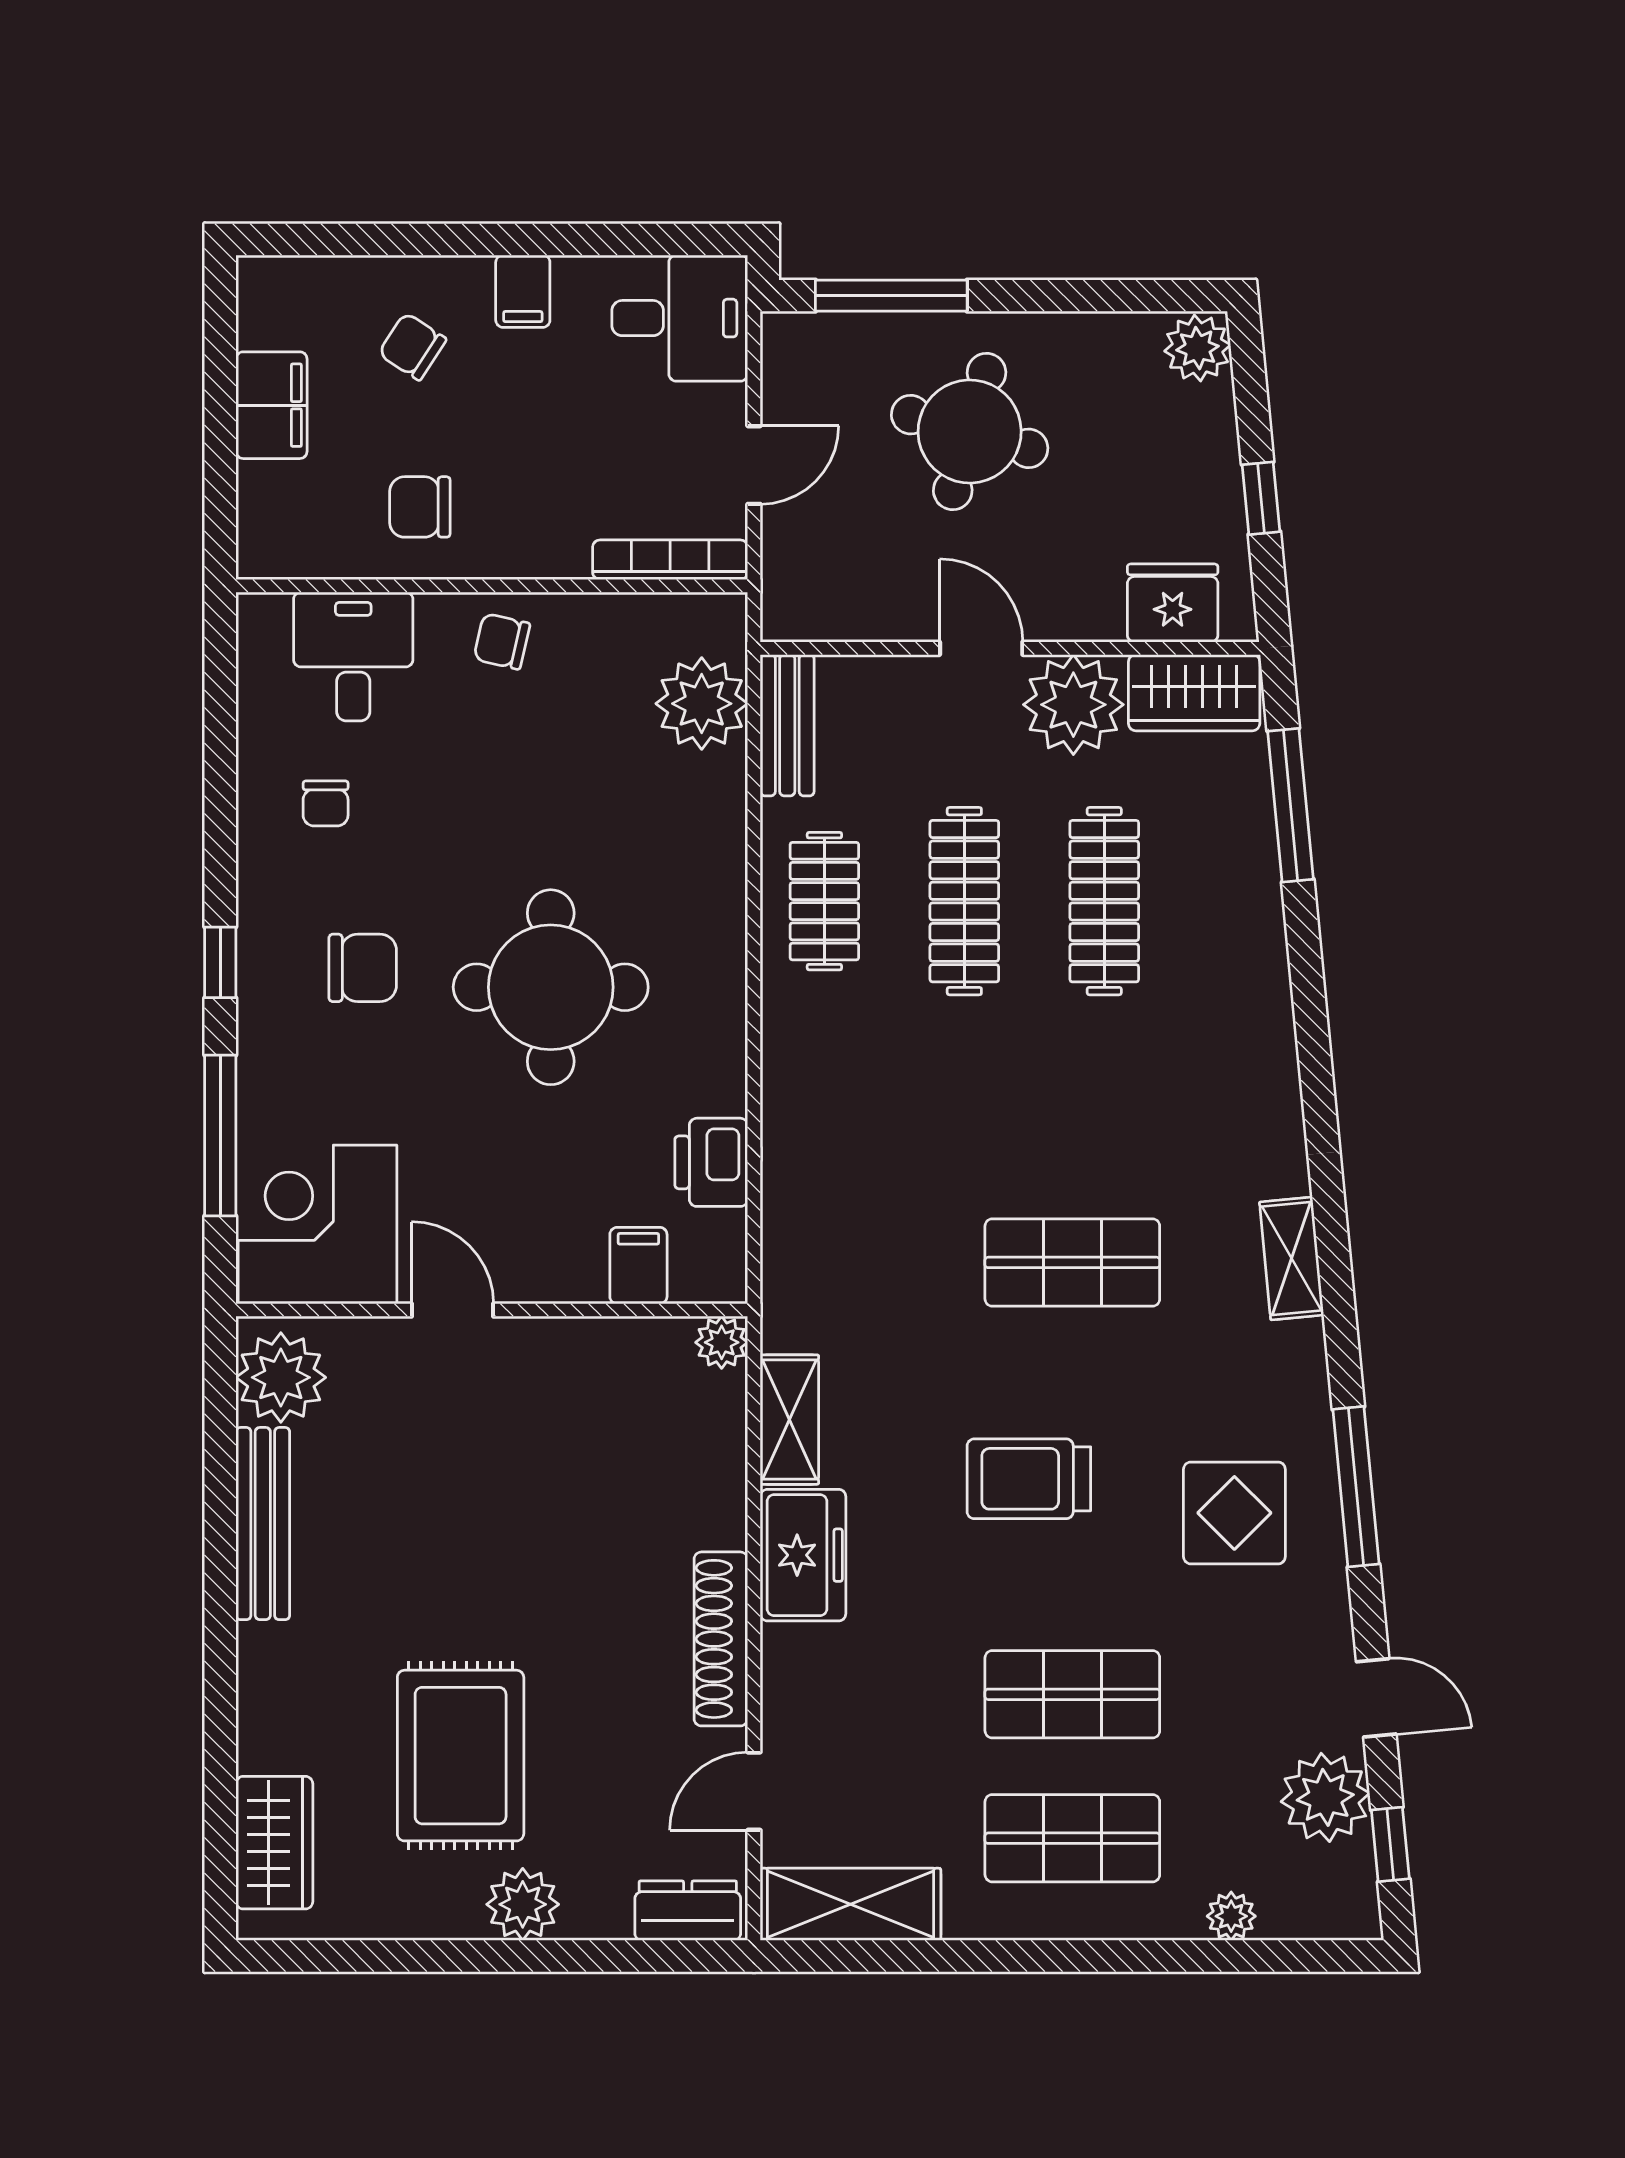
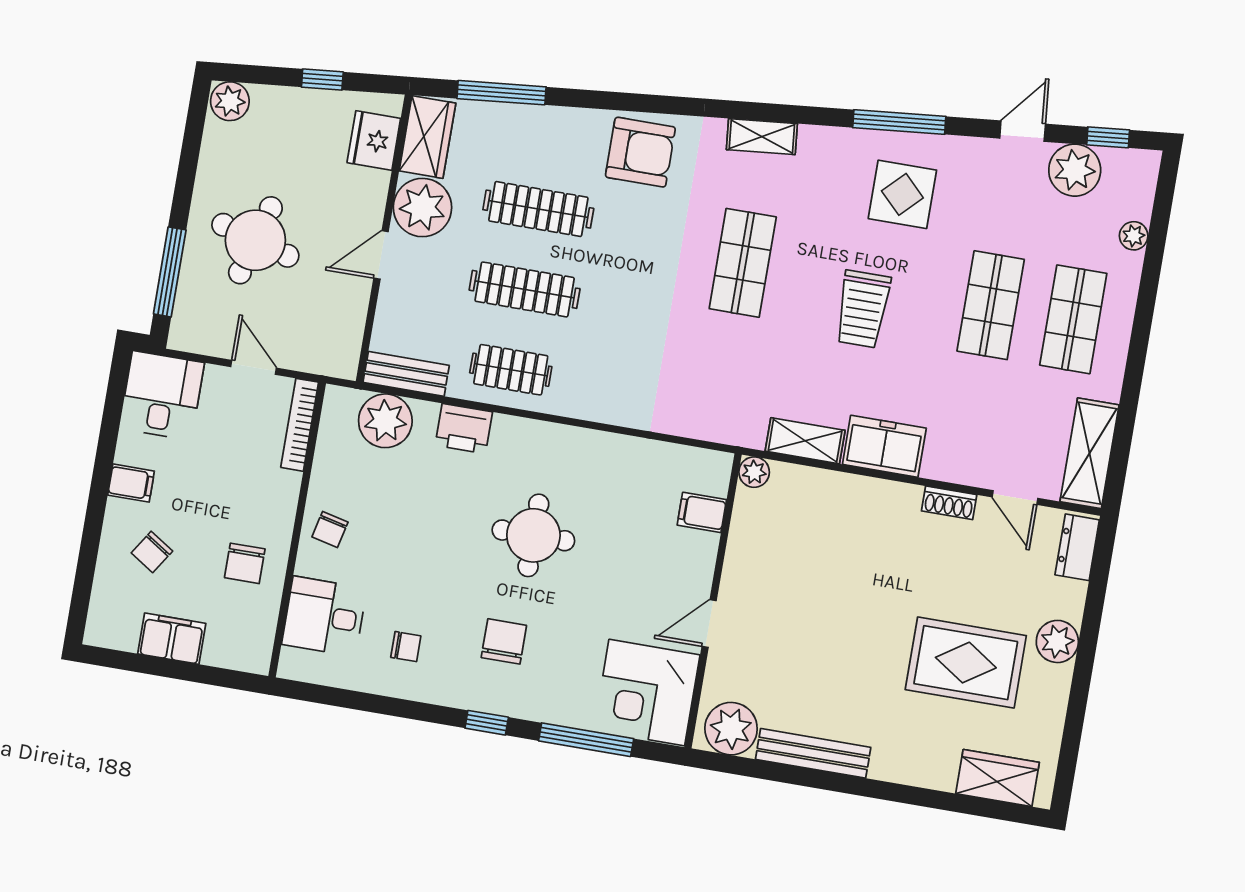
round table: (551, 987) -> (533, 535), width x0.73, depth x0.73
armchair: (1230, 1057) -> (640, 152), added
printer: (711, 1162) -> (464, 429), moved
shoe rack: (721, 1639) -> (949, 503), width x0.51, depth x0.81

